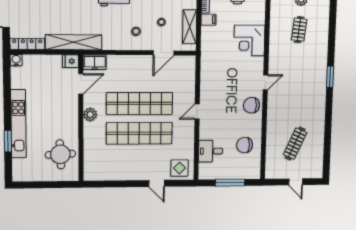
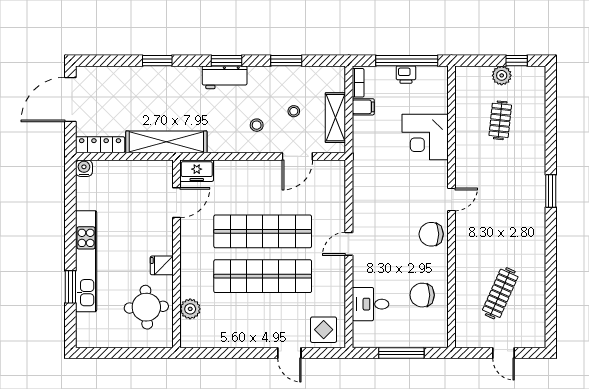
fridge: (70, 61) -> (162, 265), moved
plant: (90, 115) -> (190, 309), moved

